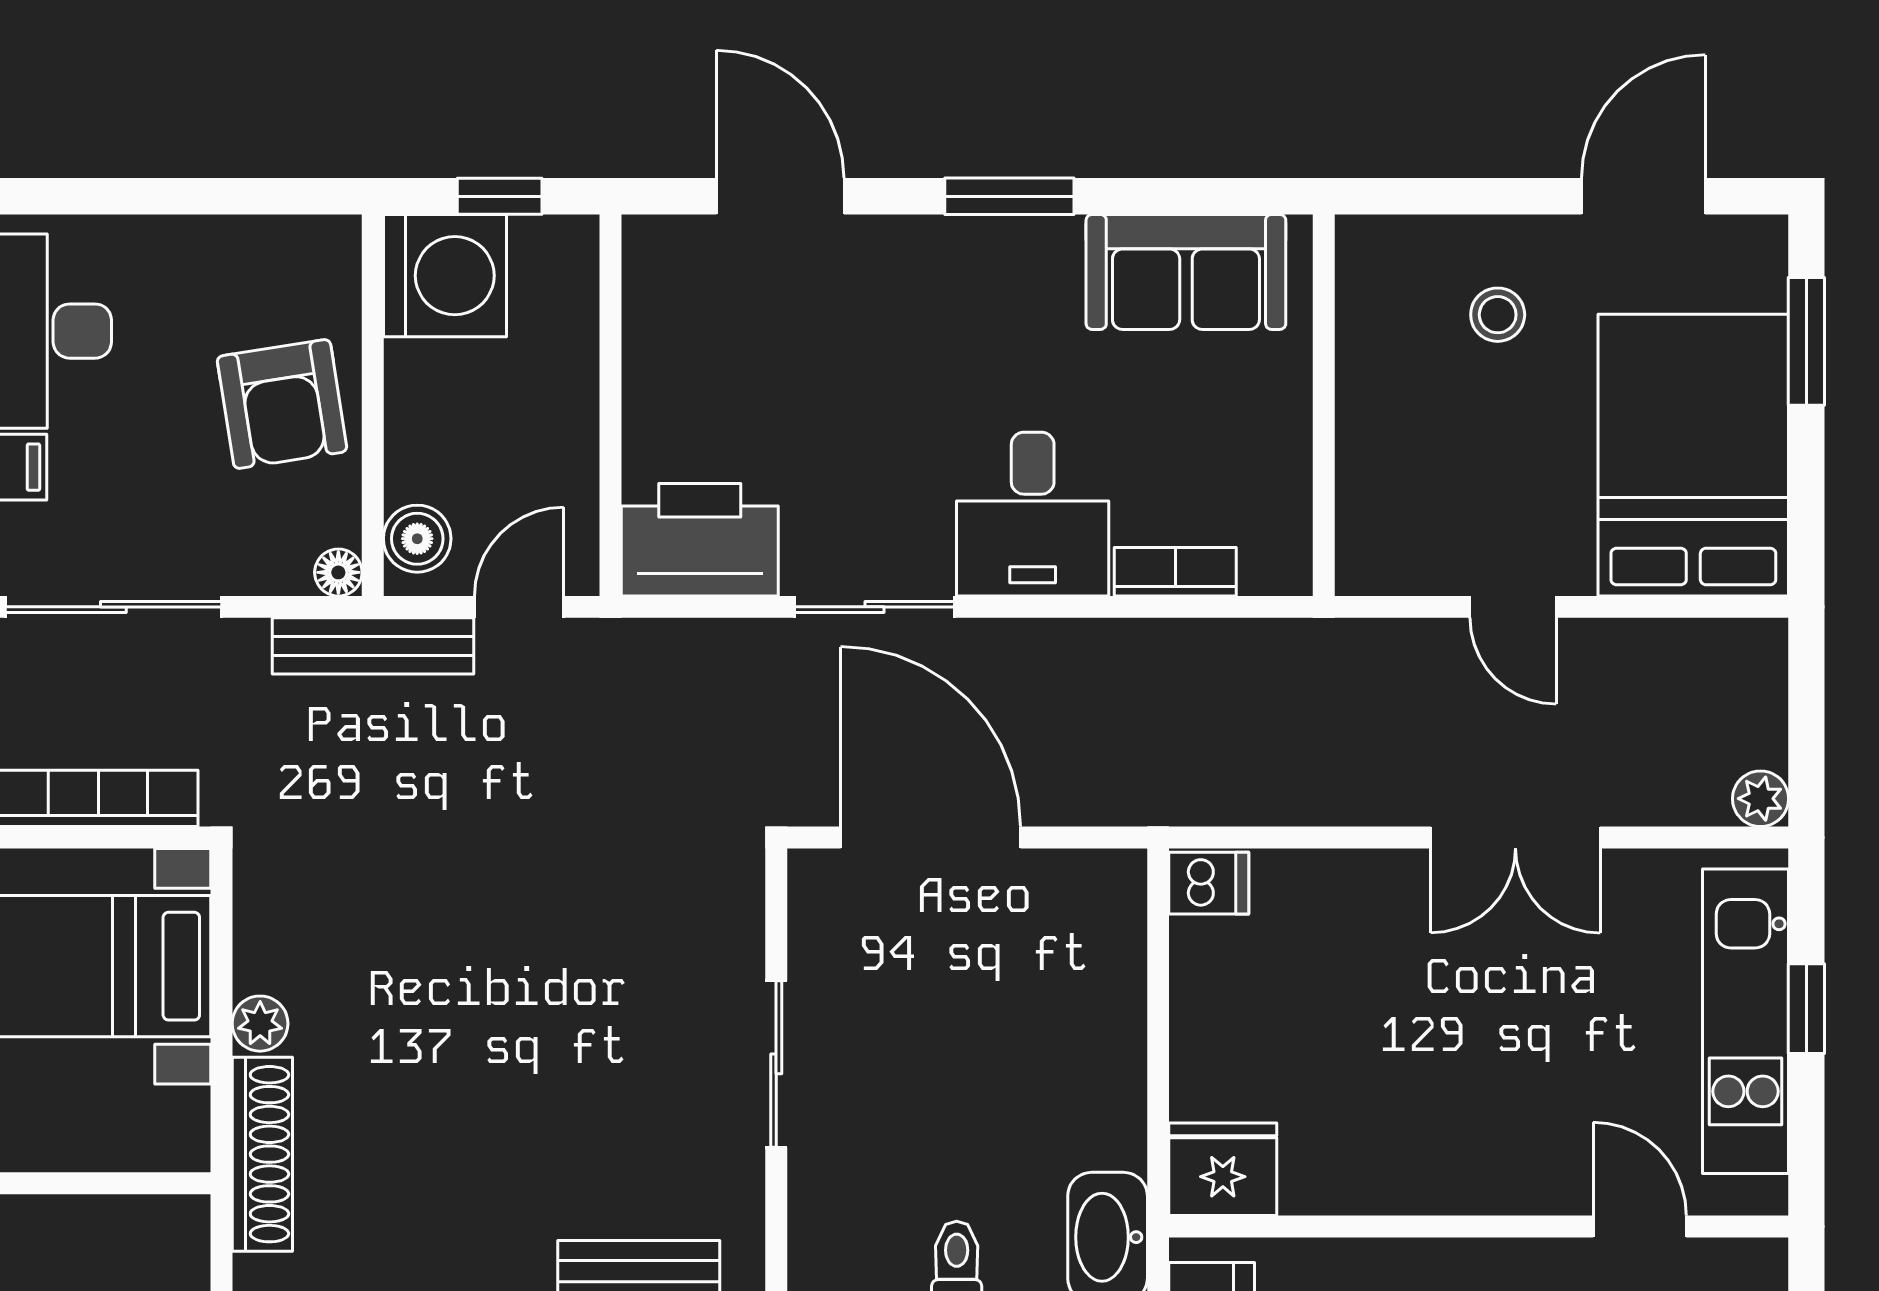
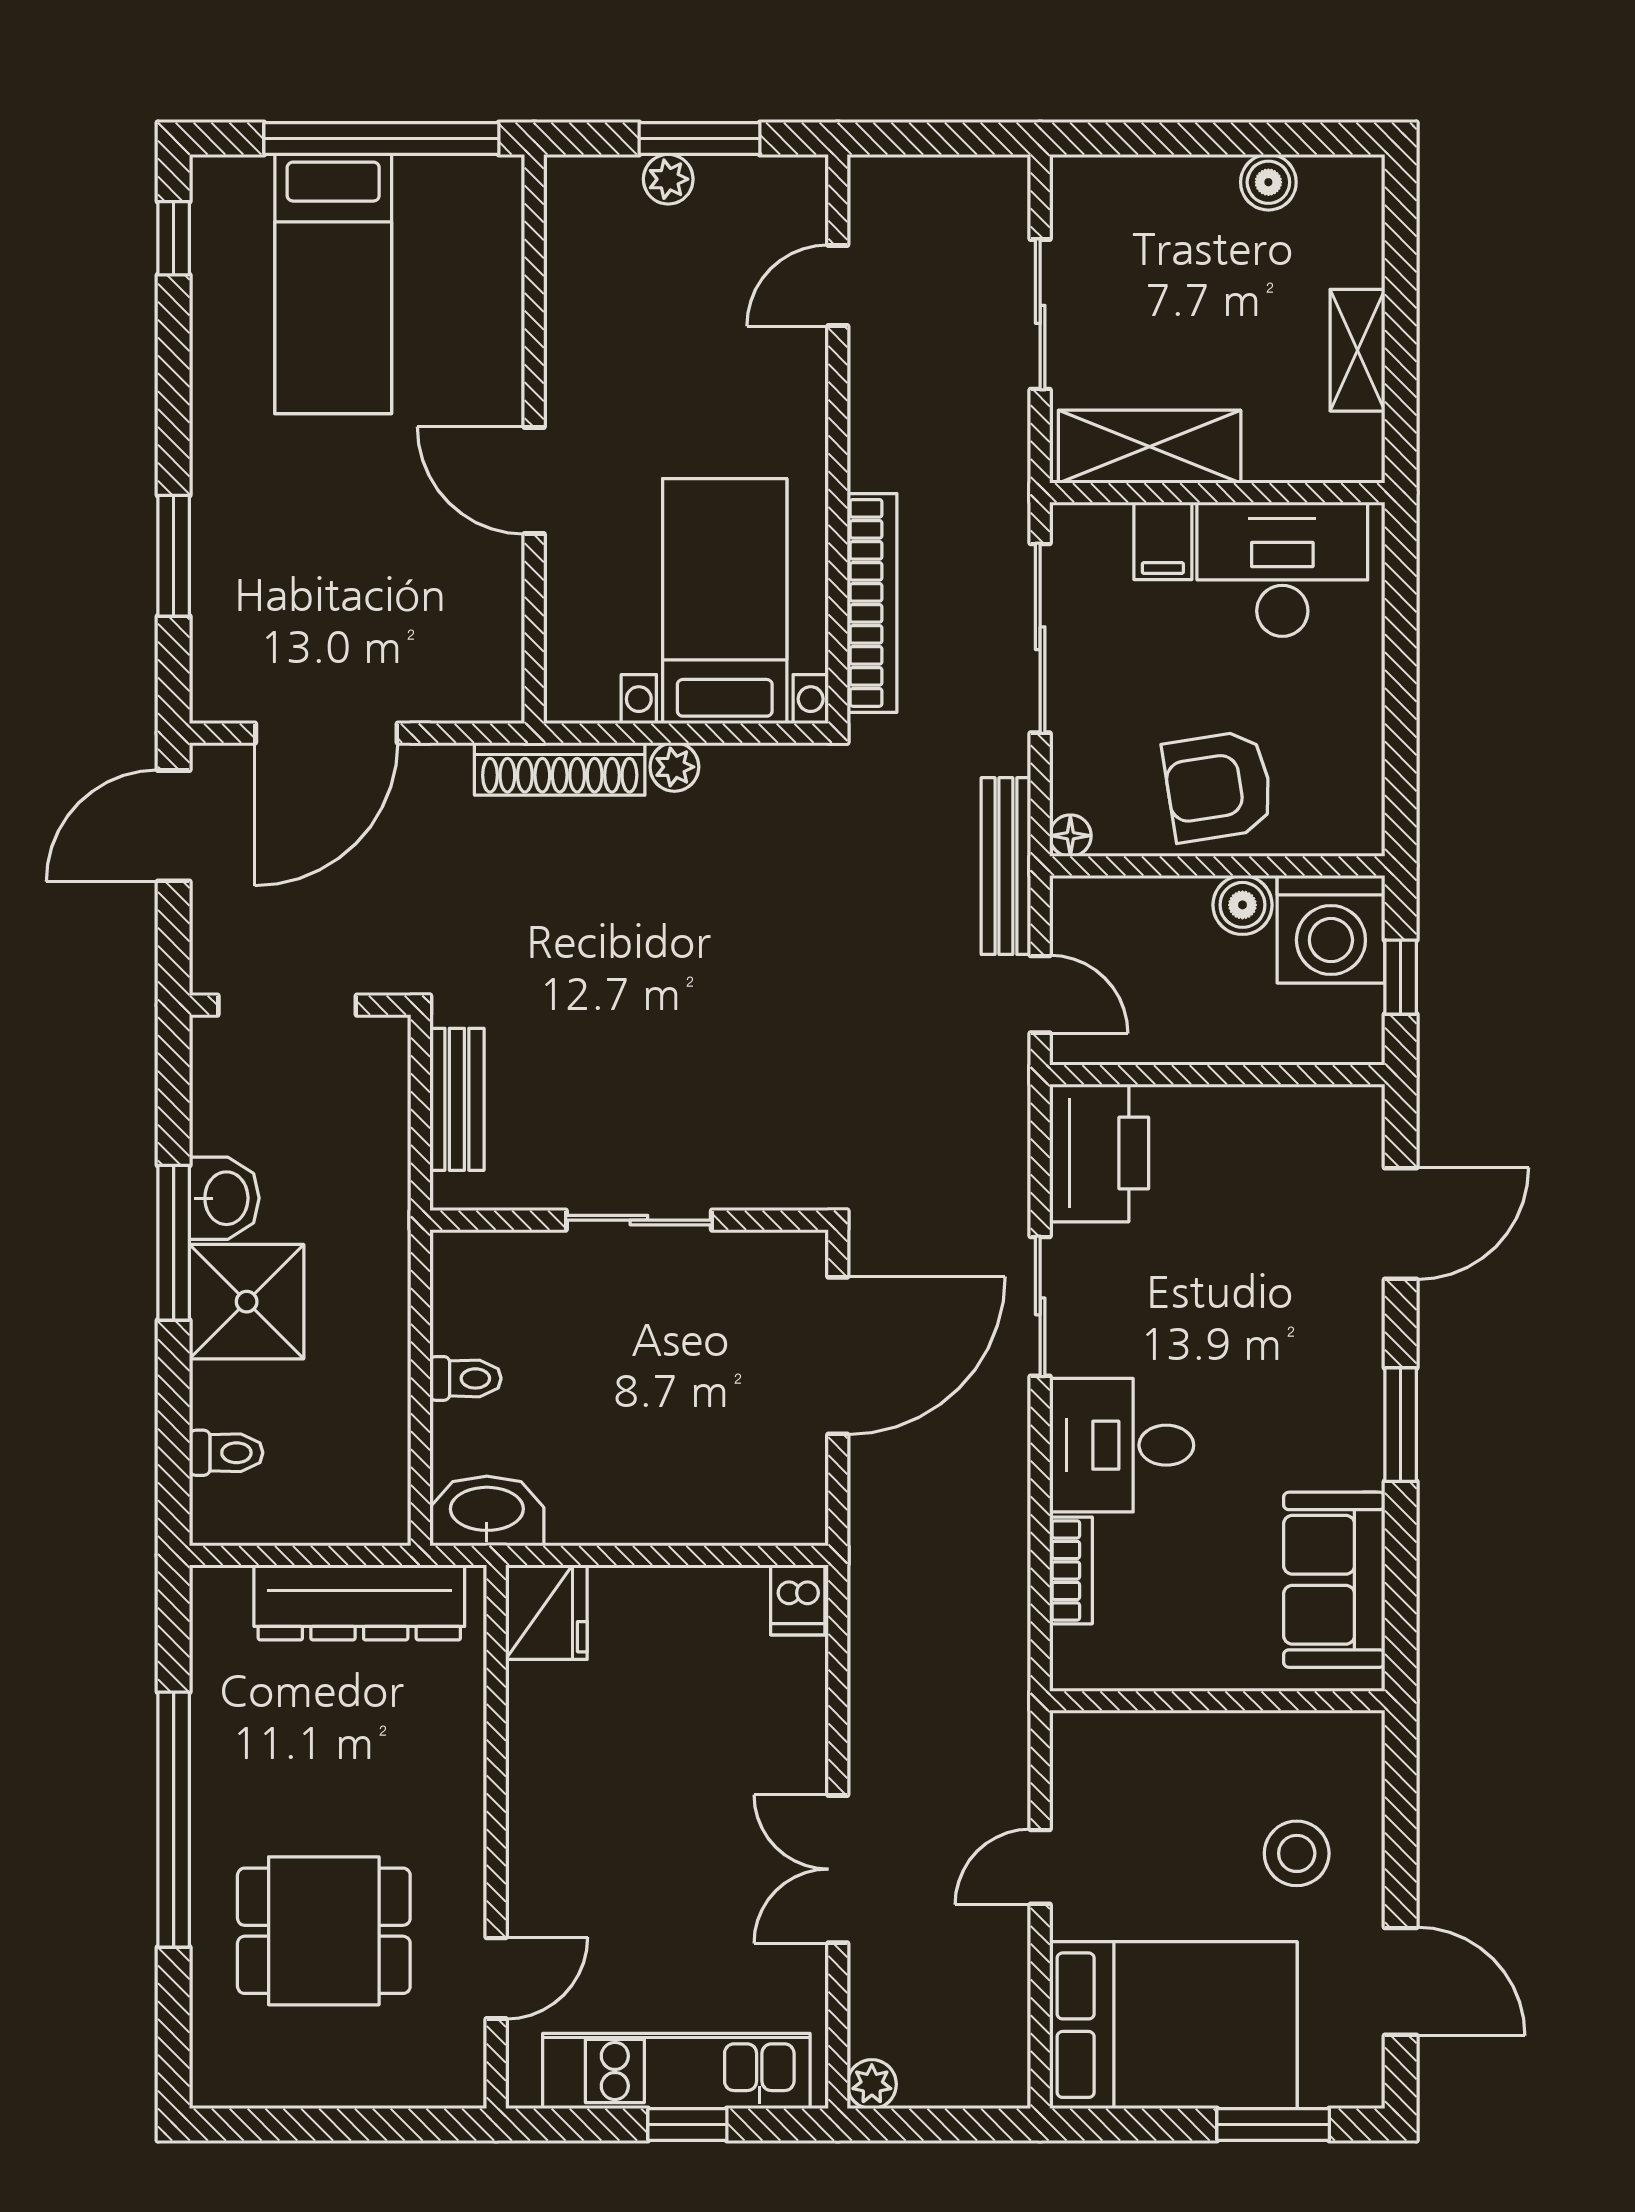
stool: (1498, 315) -> (1297, 1853), width x1.37, depth x1.37
boiler: (417, 539) -> (1242, 905), moved

